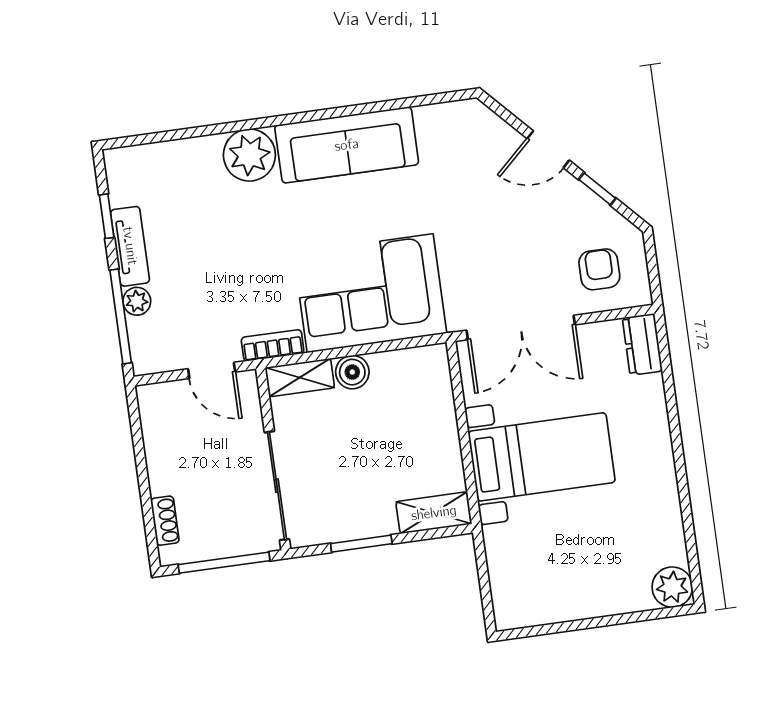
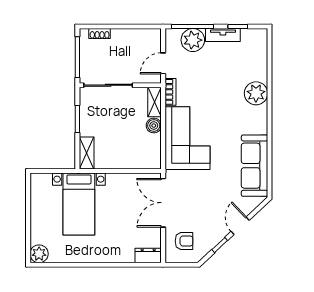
sofa: (347, 145) -> (255, 166), moved
plant: (137, 301) -> (193, 40), width x1.87, depth x1.87
bed with nightstands: (542, 457) -> (79, 204), moved

